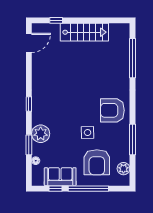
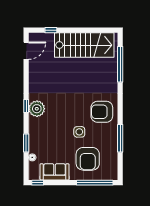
stairs: (84, 32) -> (84, 45), width x1.36, depth x1.51
plant: (41, 134) -> (37, 109), moved
plant: (123, 169) -> (112, 165), removed
window: (55, 189) -> (38, 183), moved
window: (88, 189) -> (95, 183), moved

